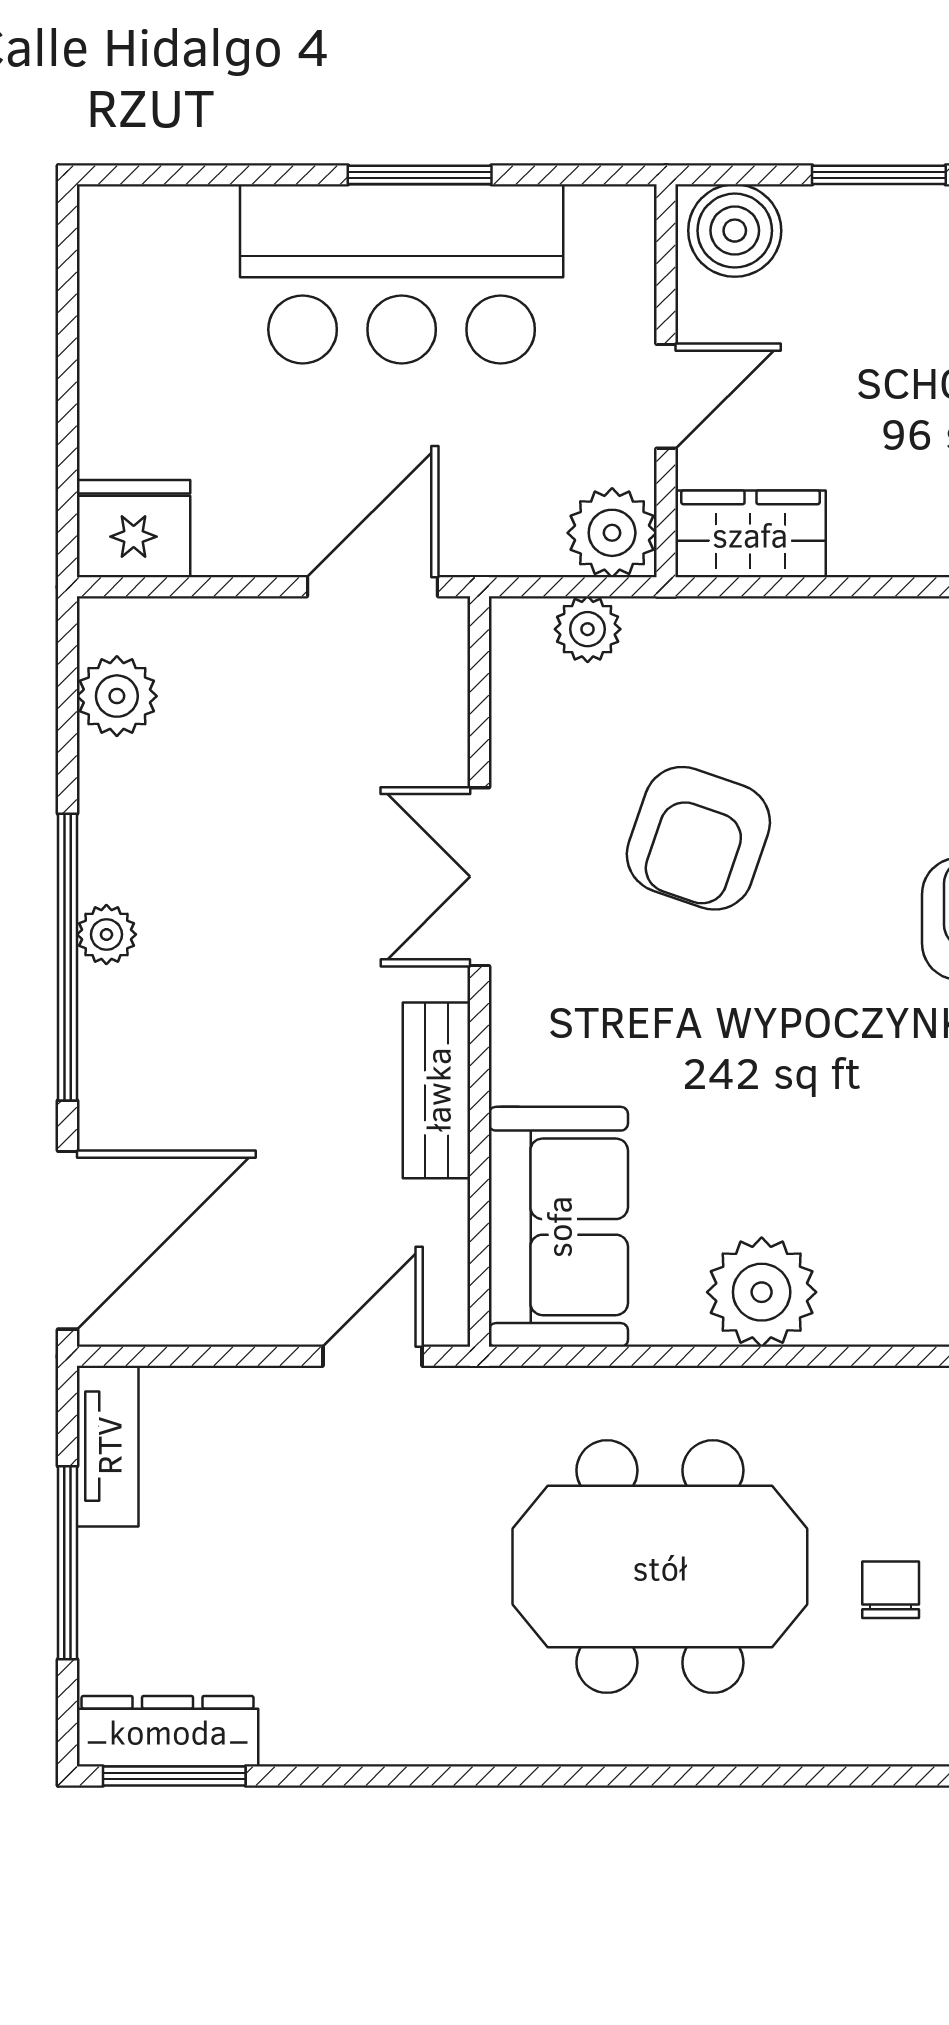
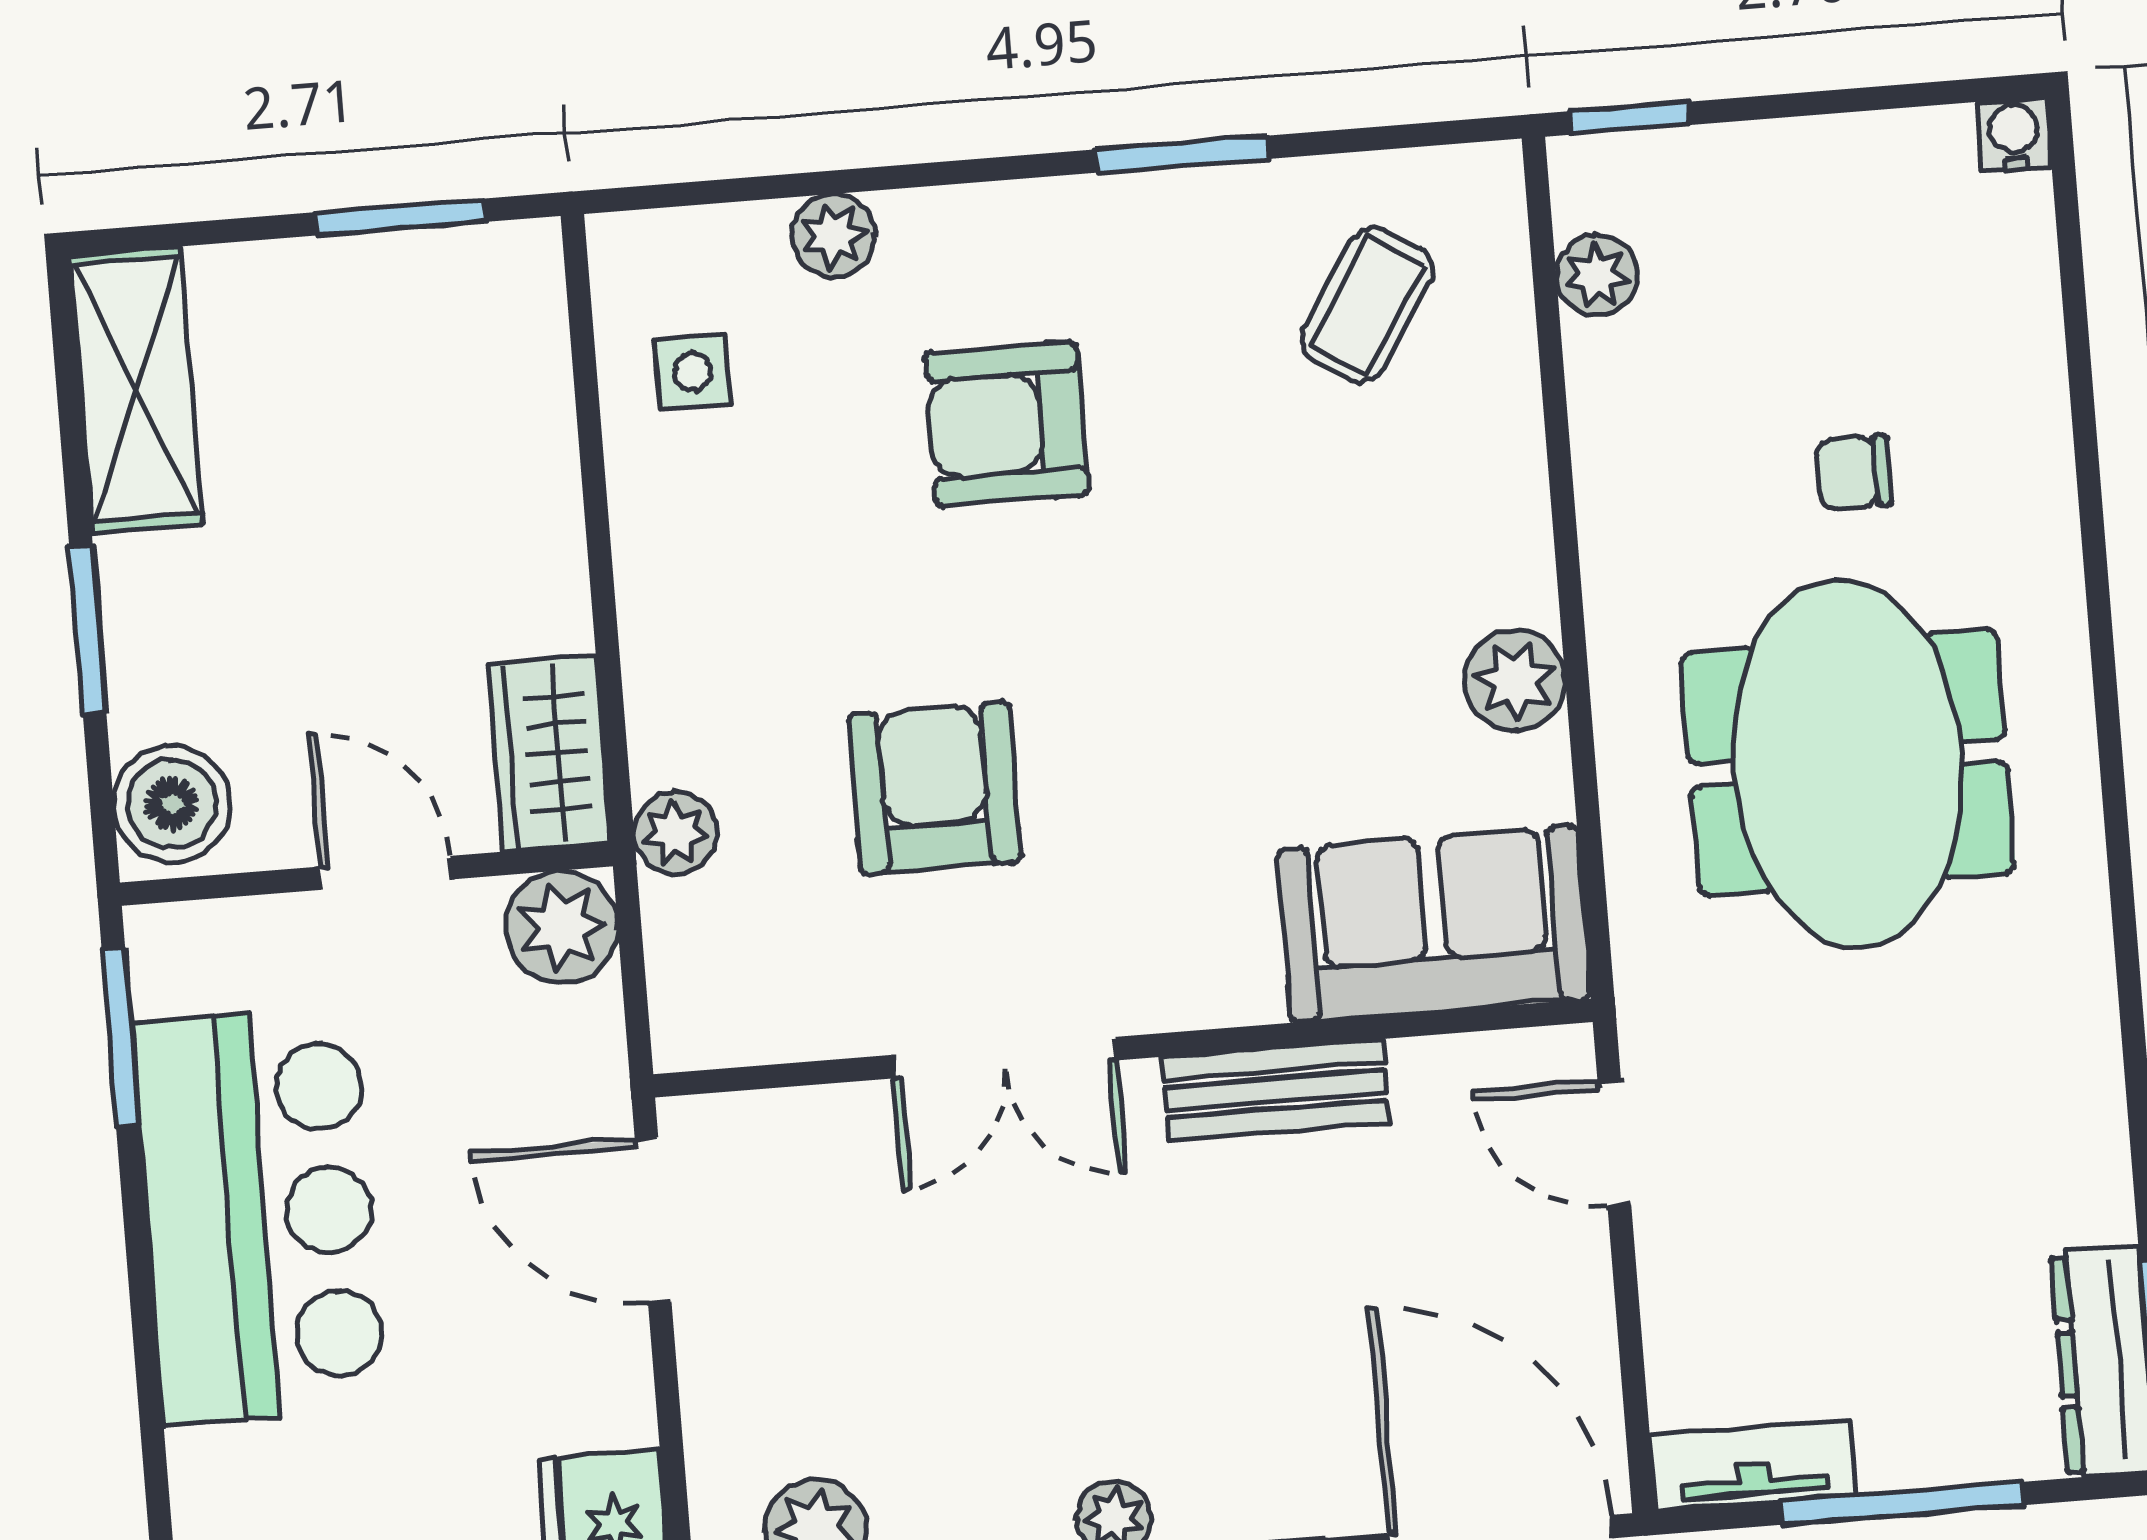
window: (420, 175) -> (121, 1036), moved
plant: (588, 629) -> (675, 833), moved
armchair: (698, 838) -> (934, 788), turned -109
plant: (762, 1292) -> (1515, 680), width x0.73, depth x0.73

